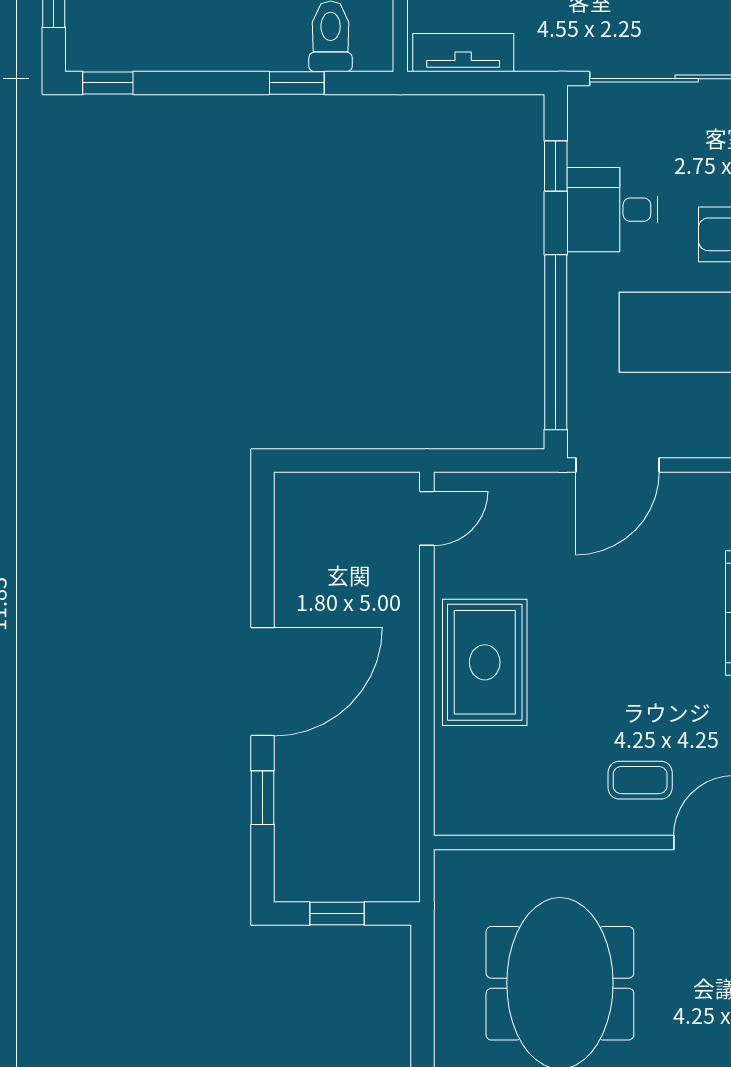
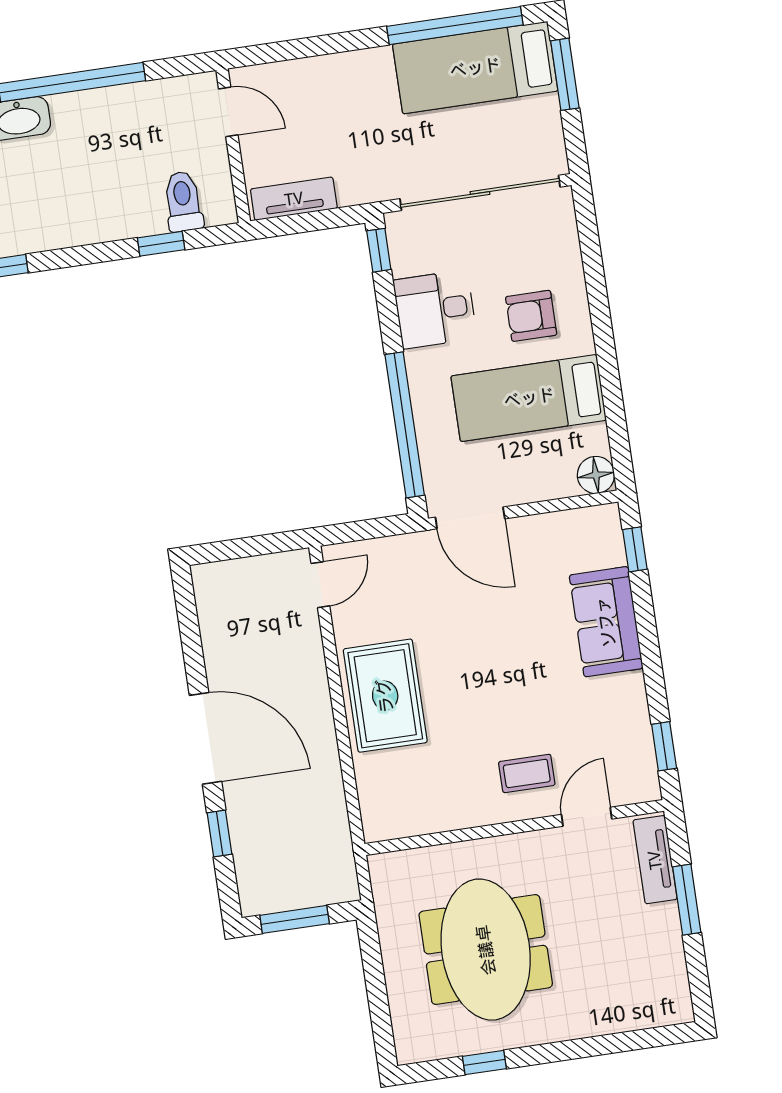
window: (556, 166) -> (379, 250), moved
door: (617, 465) -> (470, 518), hinge flipped
door: (263, 682) -> (205, 738), hinge flipped
window: (337, 914) -> (295, 919), width x1.50

